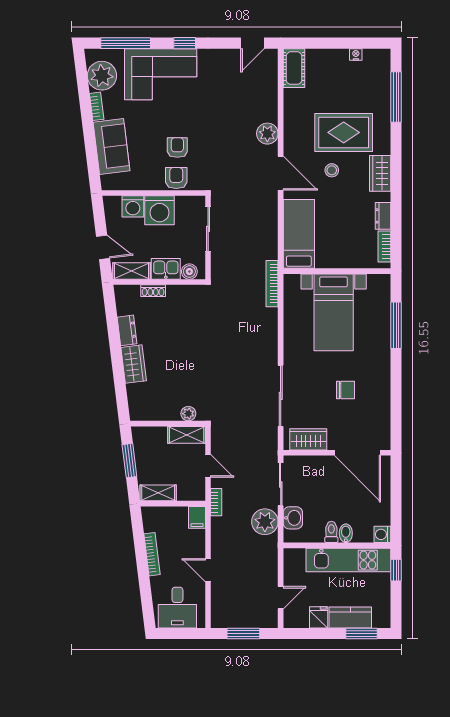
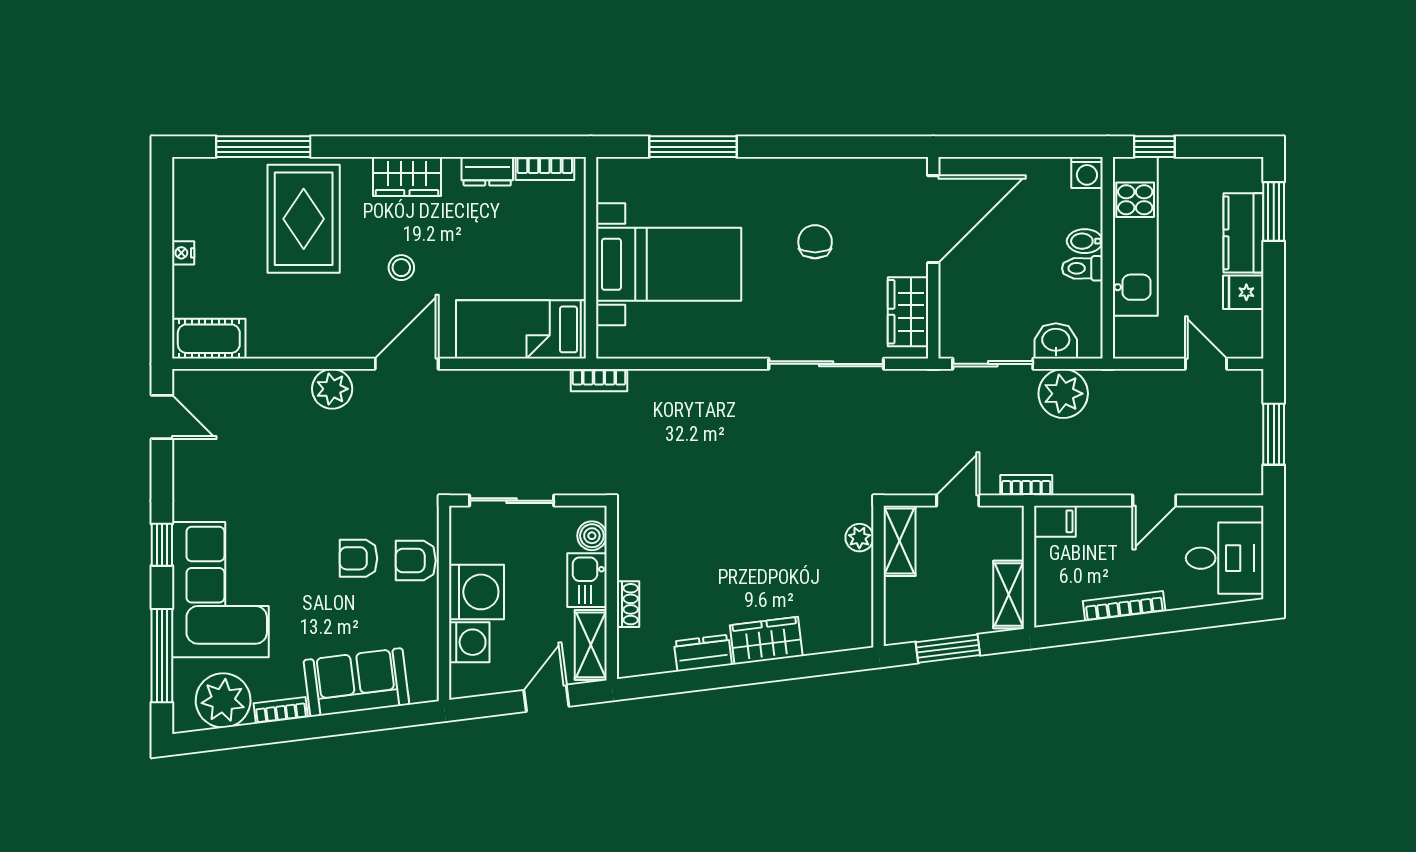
nightstand: (356, 54) -> (183, 253), moved
rug: (344, 132) -> (304, 219), moved
bookcase: (272, 284) -> (599, 380), width x0.64

